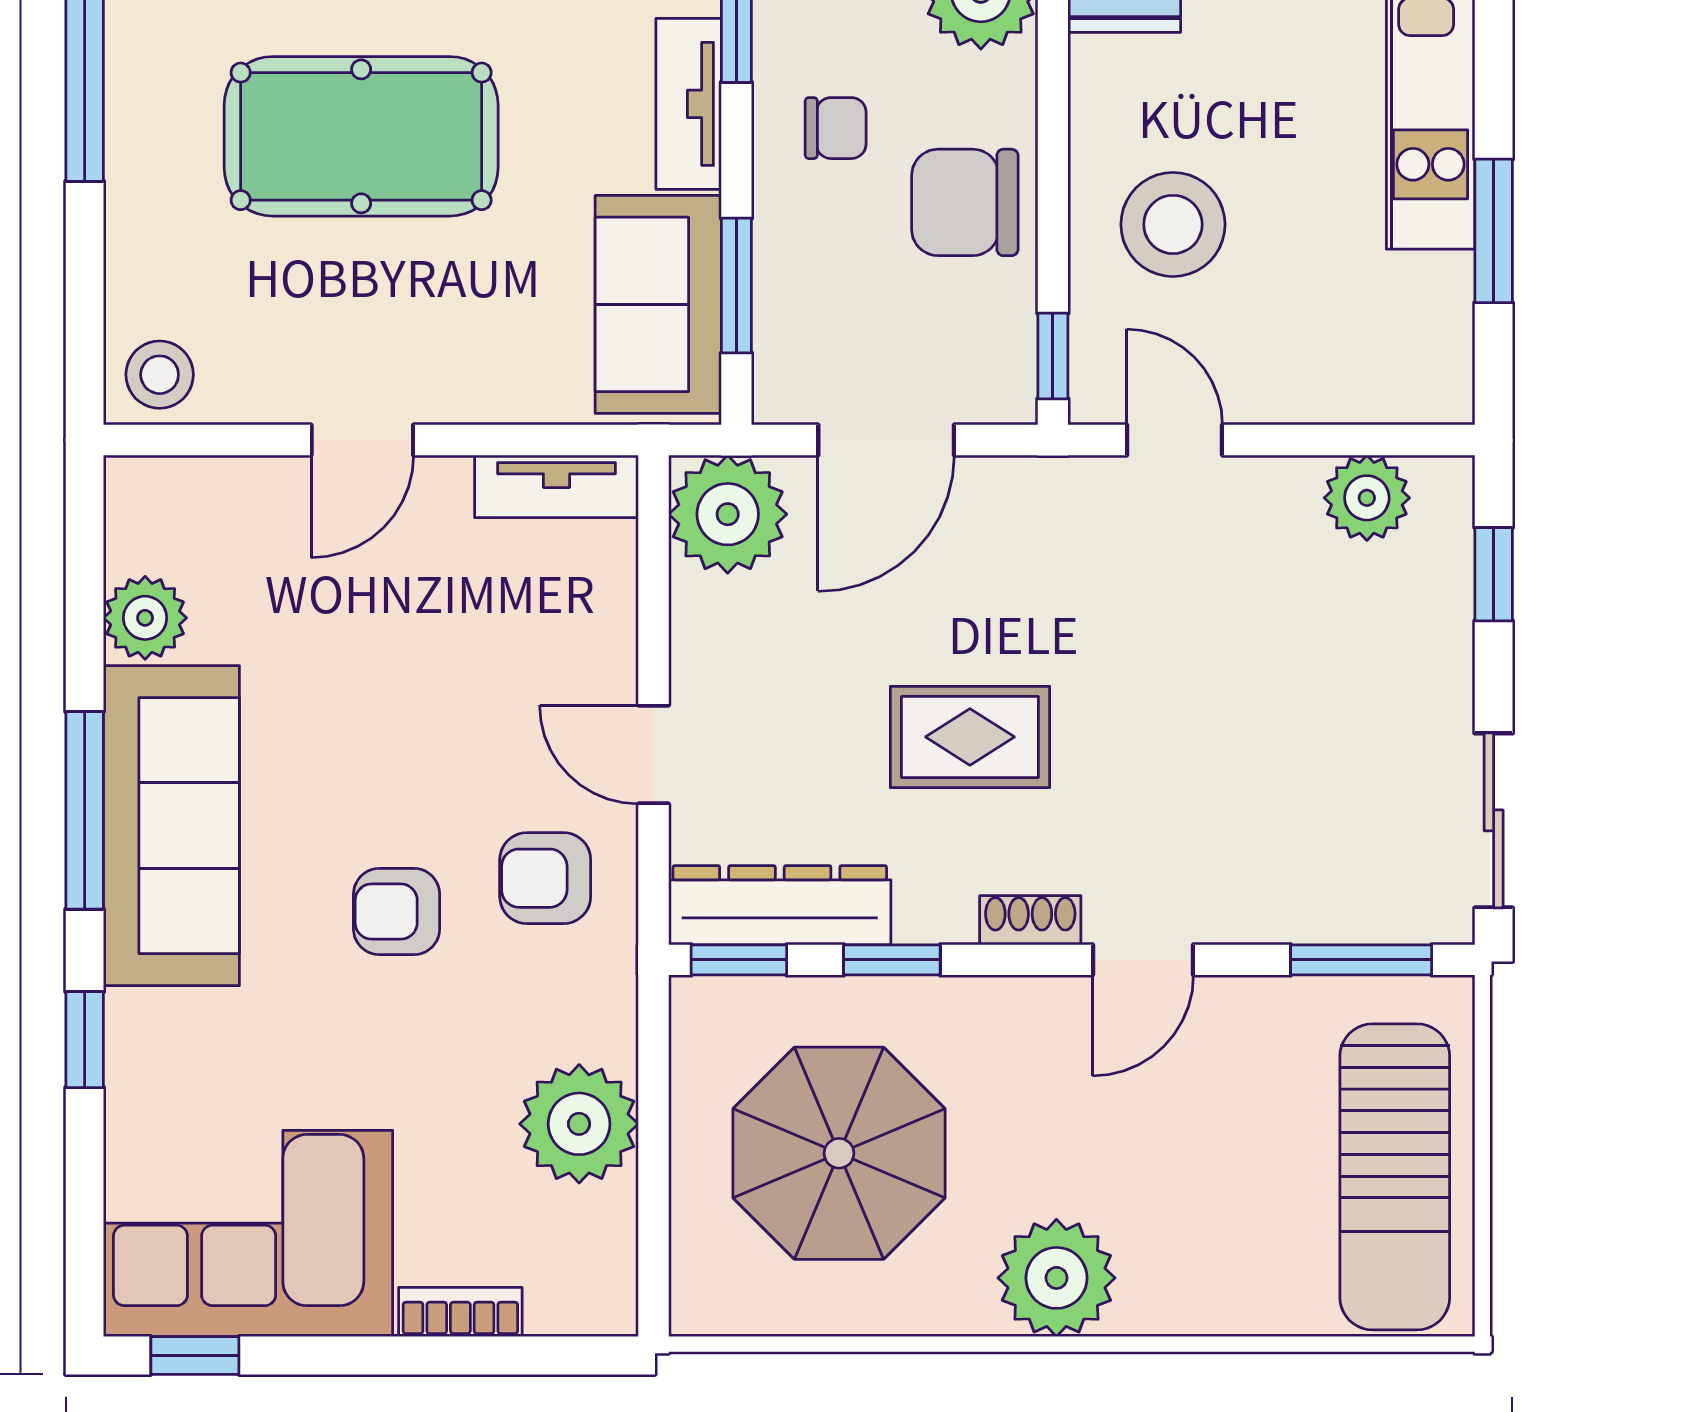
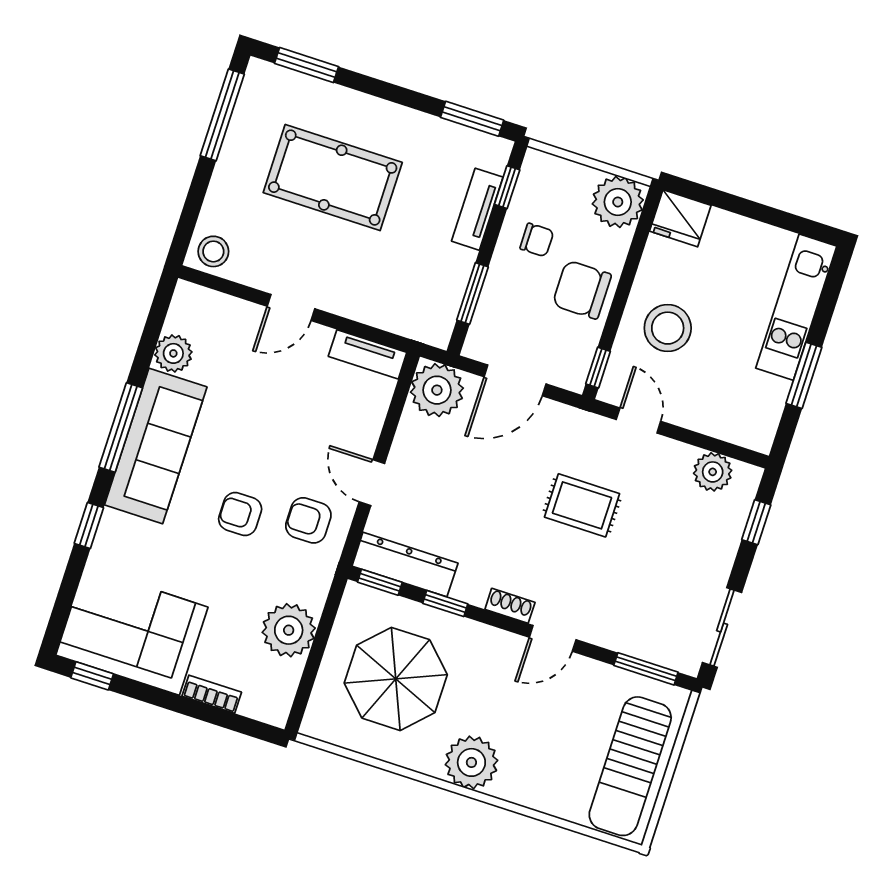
sofa: (658, 304) -> (436, 291), removed
rug: (970, 737) -> (582, 505), moved

